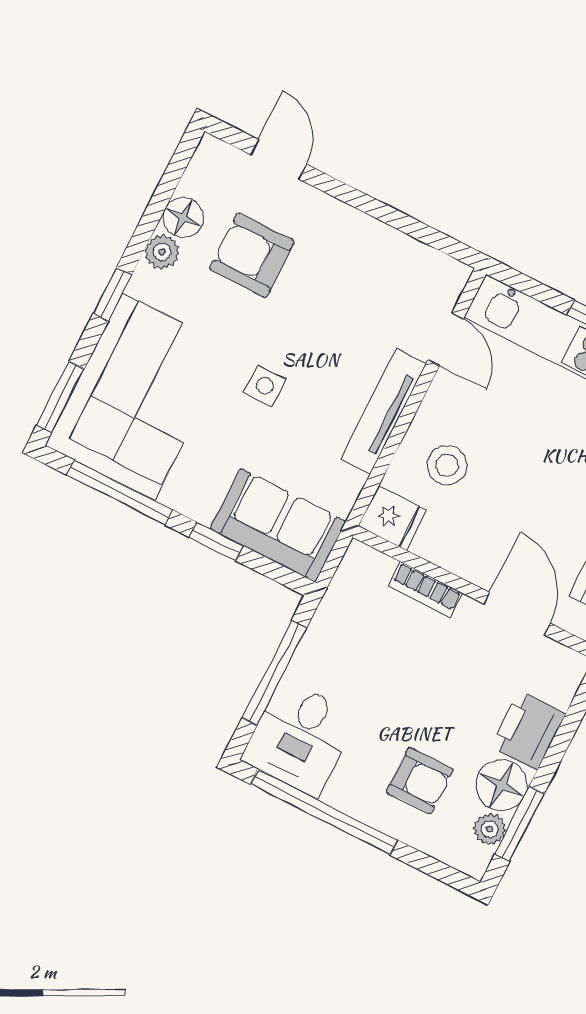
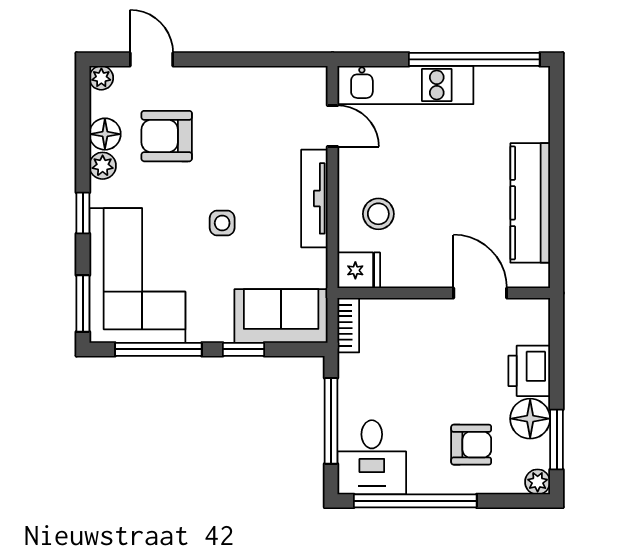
plant: (211, 151) -> (101, 78), added
bookcase: (425, 589) -> (348, 325), moved, turned -90
plant: (490, 829) -> (538, 482), moved

